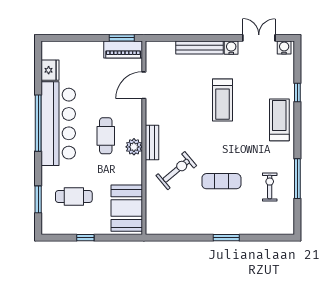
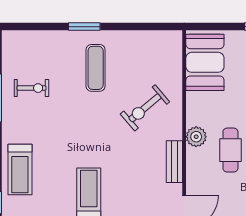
bench: (152, 142) -> (174, 162), moved
exercise mat: (221, 181) -> (96, 68), moved, turned 90
exercise bike: (270, 187) -> (32, 88), turned -90

